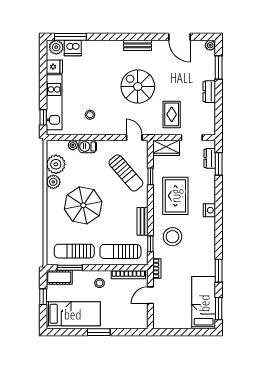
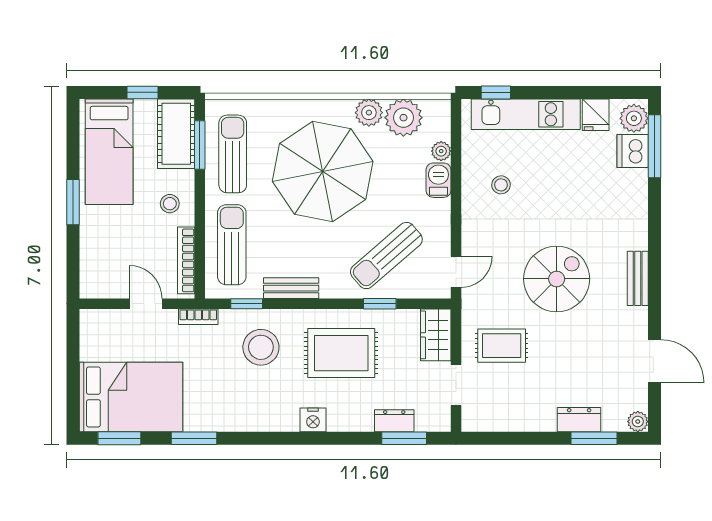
door: (179, 37) -> (654, 361), swing flipped
dresser: (209, 92) -> (579, 420), moved
dresser: (210, 158) -> (394, 421), moved
parasol: (83, 205) -> (323, 171), width x1.36, depth x1.36
cot: (59, 277) -> (176, 134), width x1.37, depth x1.34
bed: (204, 303) -> (131, 397), width x1.50

